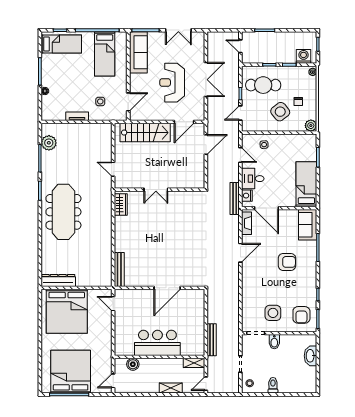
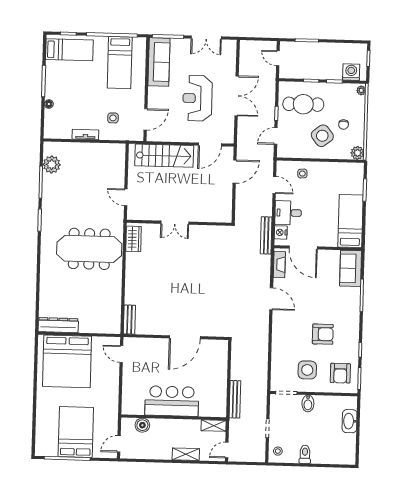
meeting table: (63, 212) -> (89, 249), moved, turned 90
door: (240, 253) -> (271, 299), hinge flipped
armchair: (287, 262) -> (323, 334), moved
bench: (119, 269) -> (129, 320), width x0.73
bed: (71, 372) -> (76, 432), width x0.73

